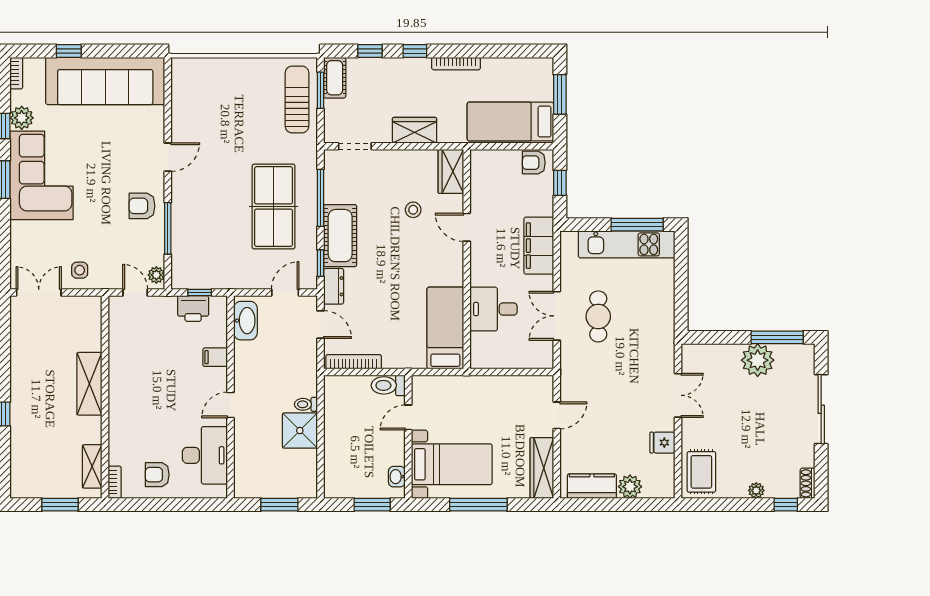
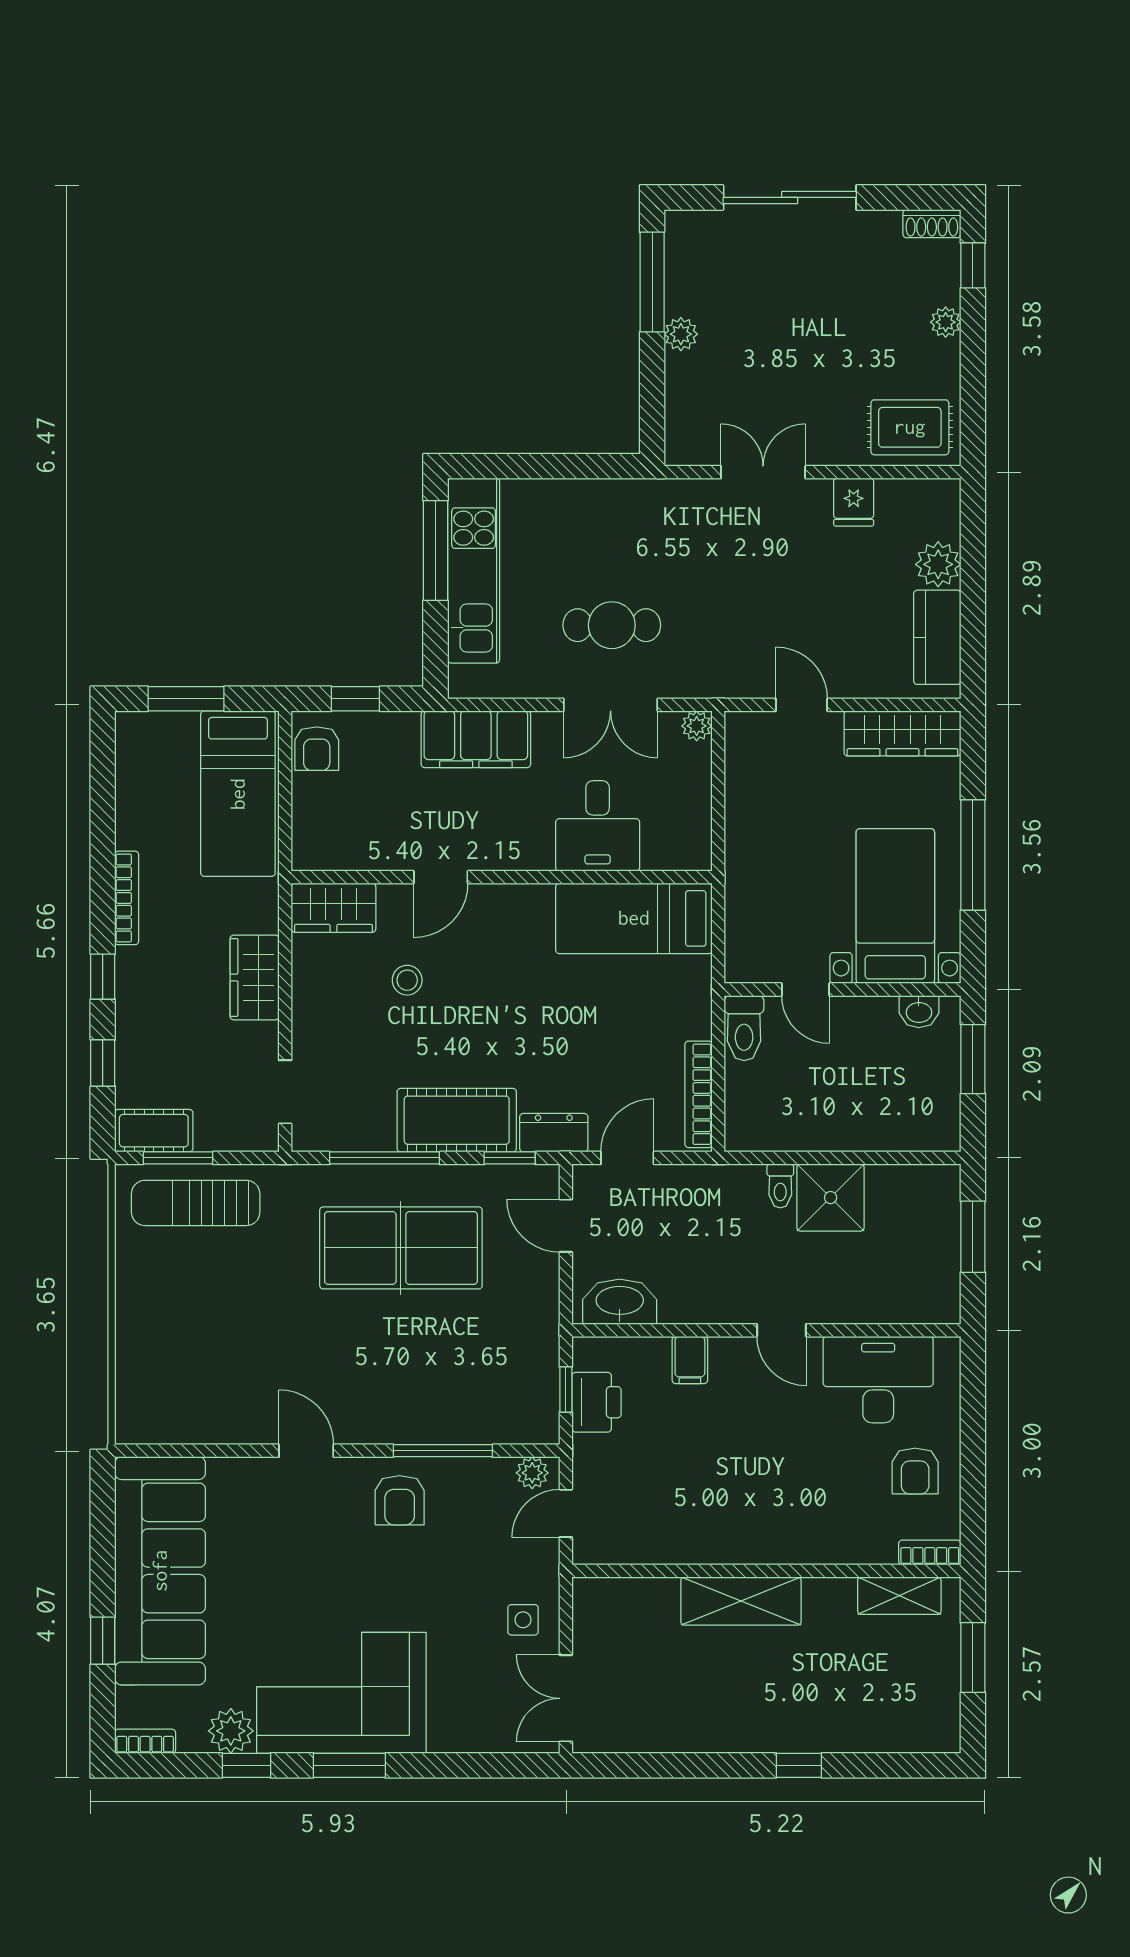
plant: (758, 360) -> (681, 334), width x0.53, depth x0.53
plant: (546, 361) -> (697, 726), added

